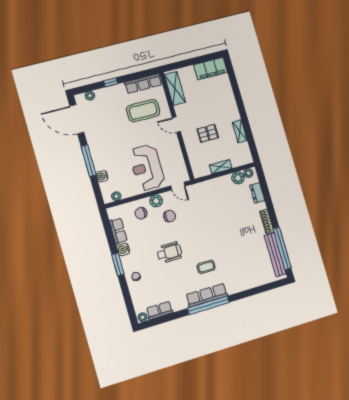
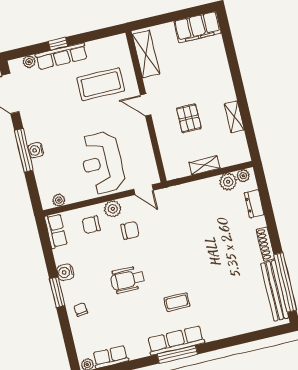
row of seats: (143, 84) -> (61, 56), moved
pallet: (208, 133) -> (189, 118), turned 90
water cooler: (102, 176) -> (36, 150), moved
row of seats: (118, 231) -> (56, 231), moved
wheelchair: (169, 252) -> (128, 280), turned 180
window: (208, 305) -> (177, 354), width x0.68

